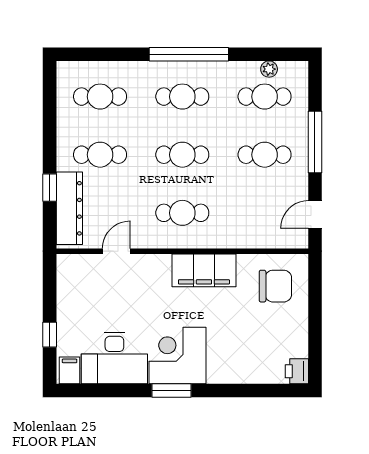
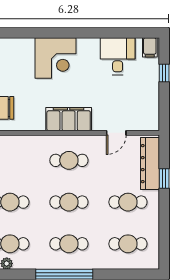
filing cabinet: (204, 270) -> (69, 119), moved
corner desk: (178, 356) -> (55, 58), moved
desk: (114, 358) -> (118, 56), width x0.73
window: (172, 390) -> (77, 33), removed

